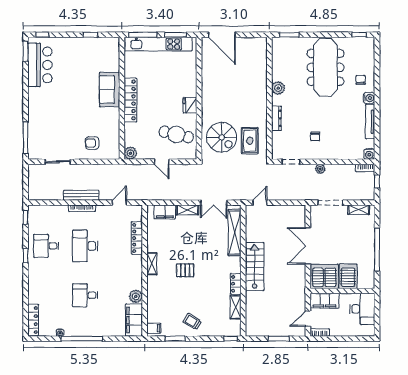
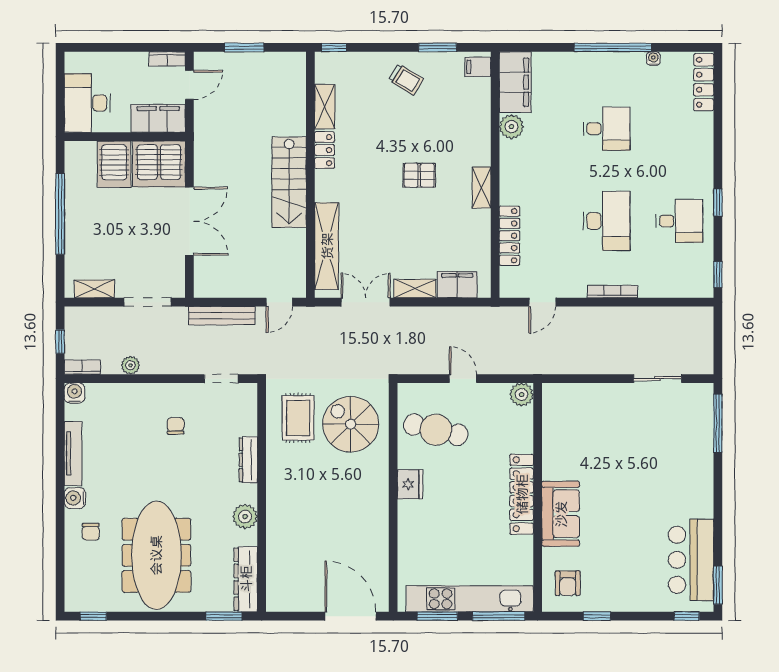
dresser: (278, 54) -> (246, 579), added
armchair: (92, 143) -> (568, 583), moved, turned 90
plant: (320, 169) -> (131, 365), moved
bench: (81, 195) -> (222, 316), moved

